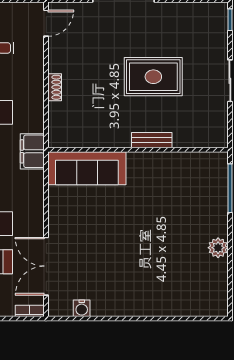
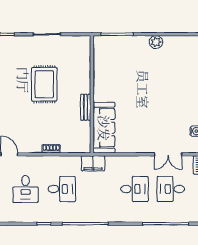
bench: (152, 140) -> (86, 107), moved
double door: (46, 266) -> (168, 154), width x0.73

